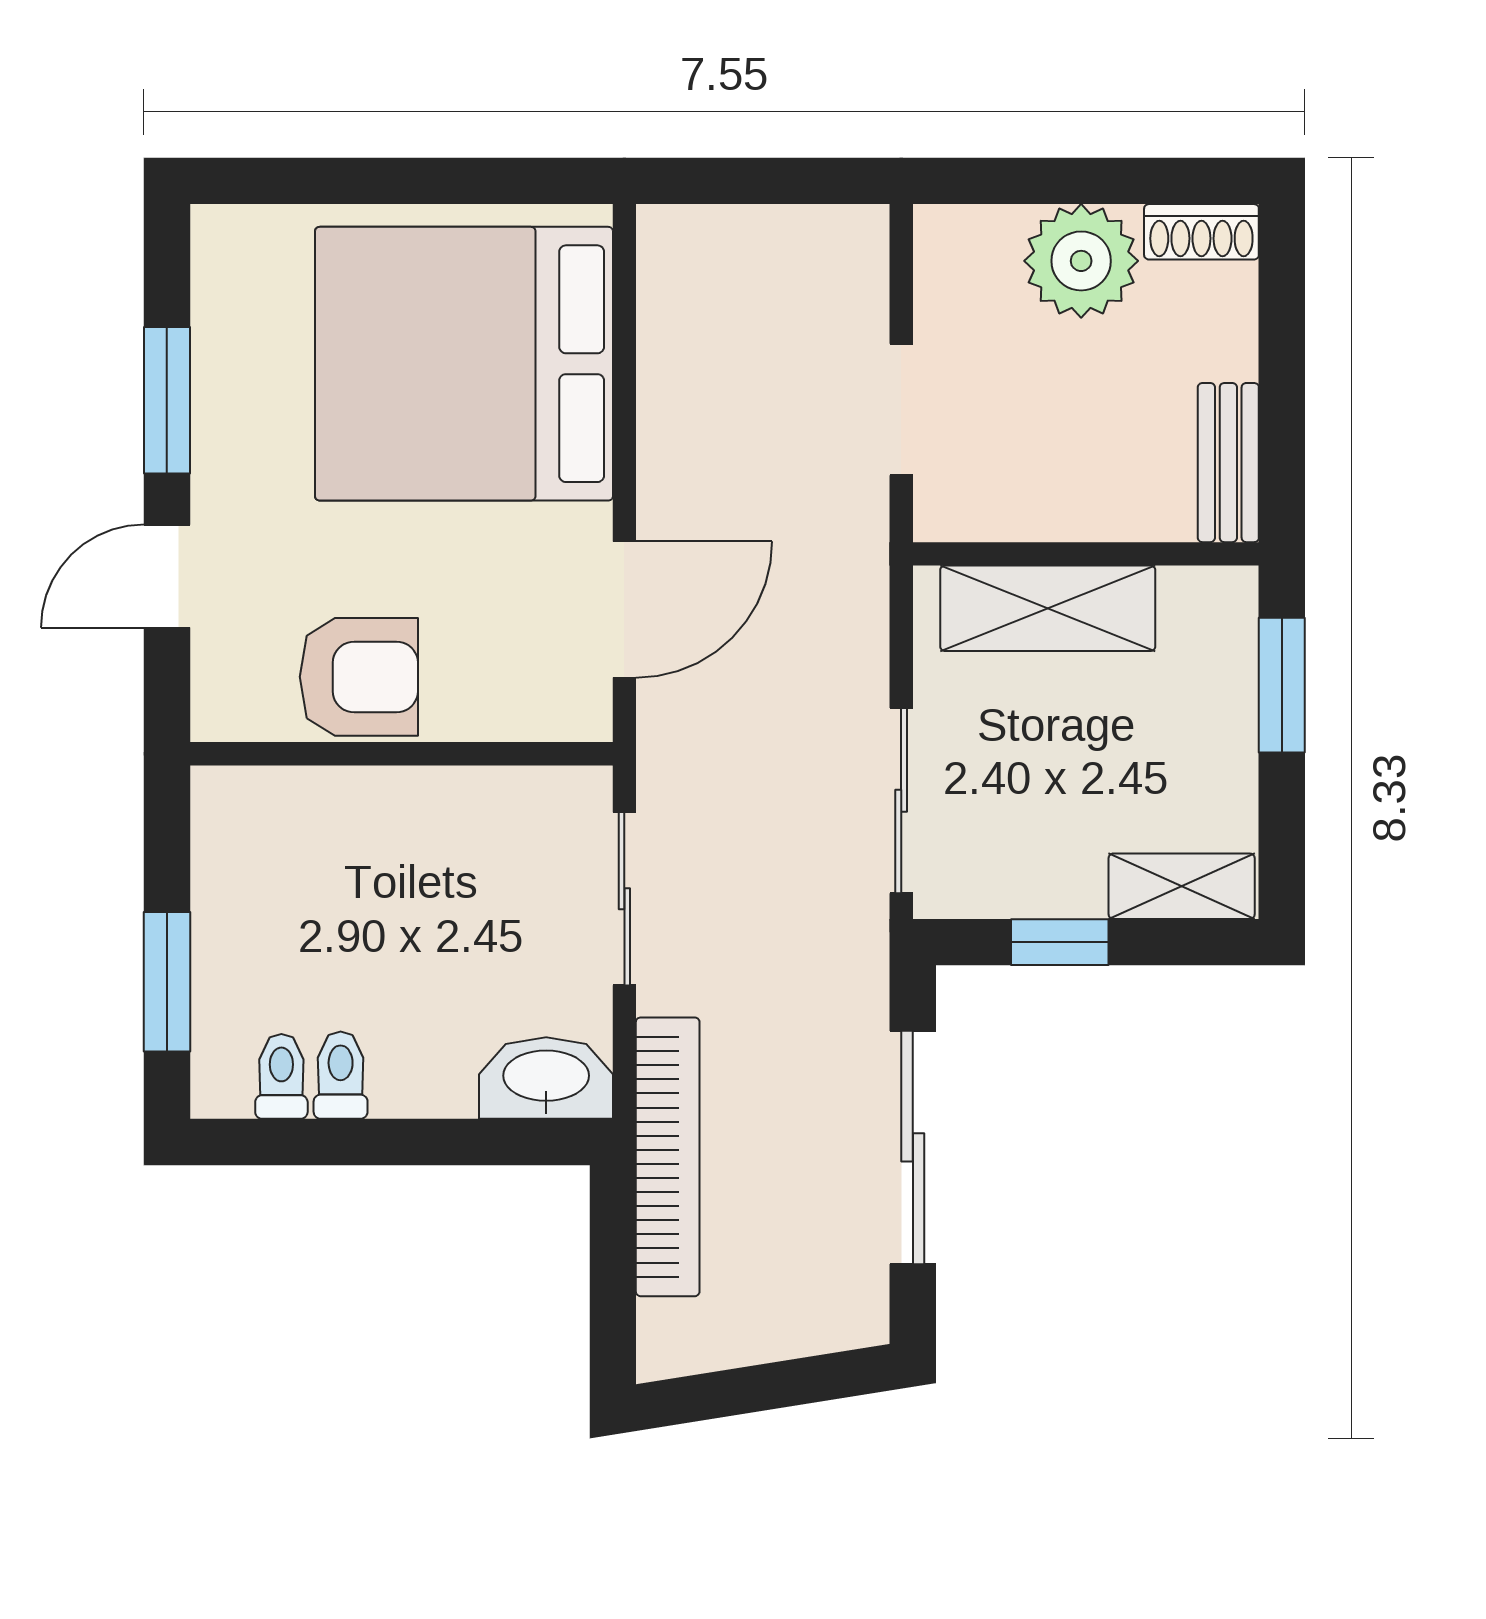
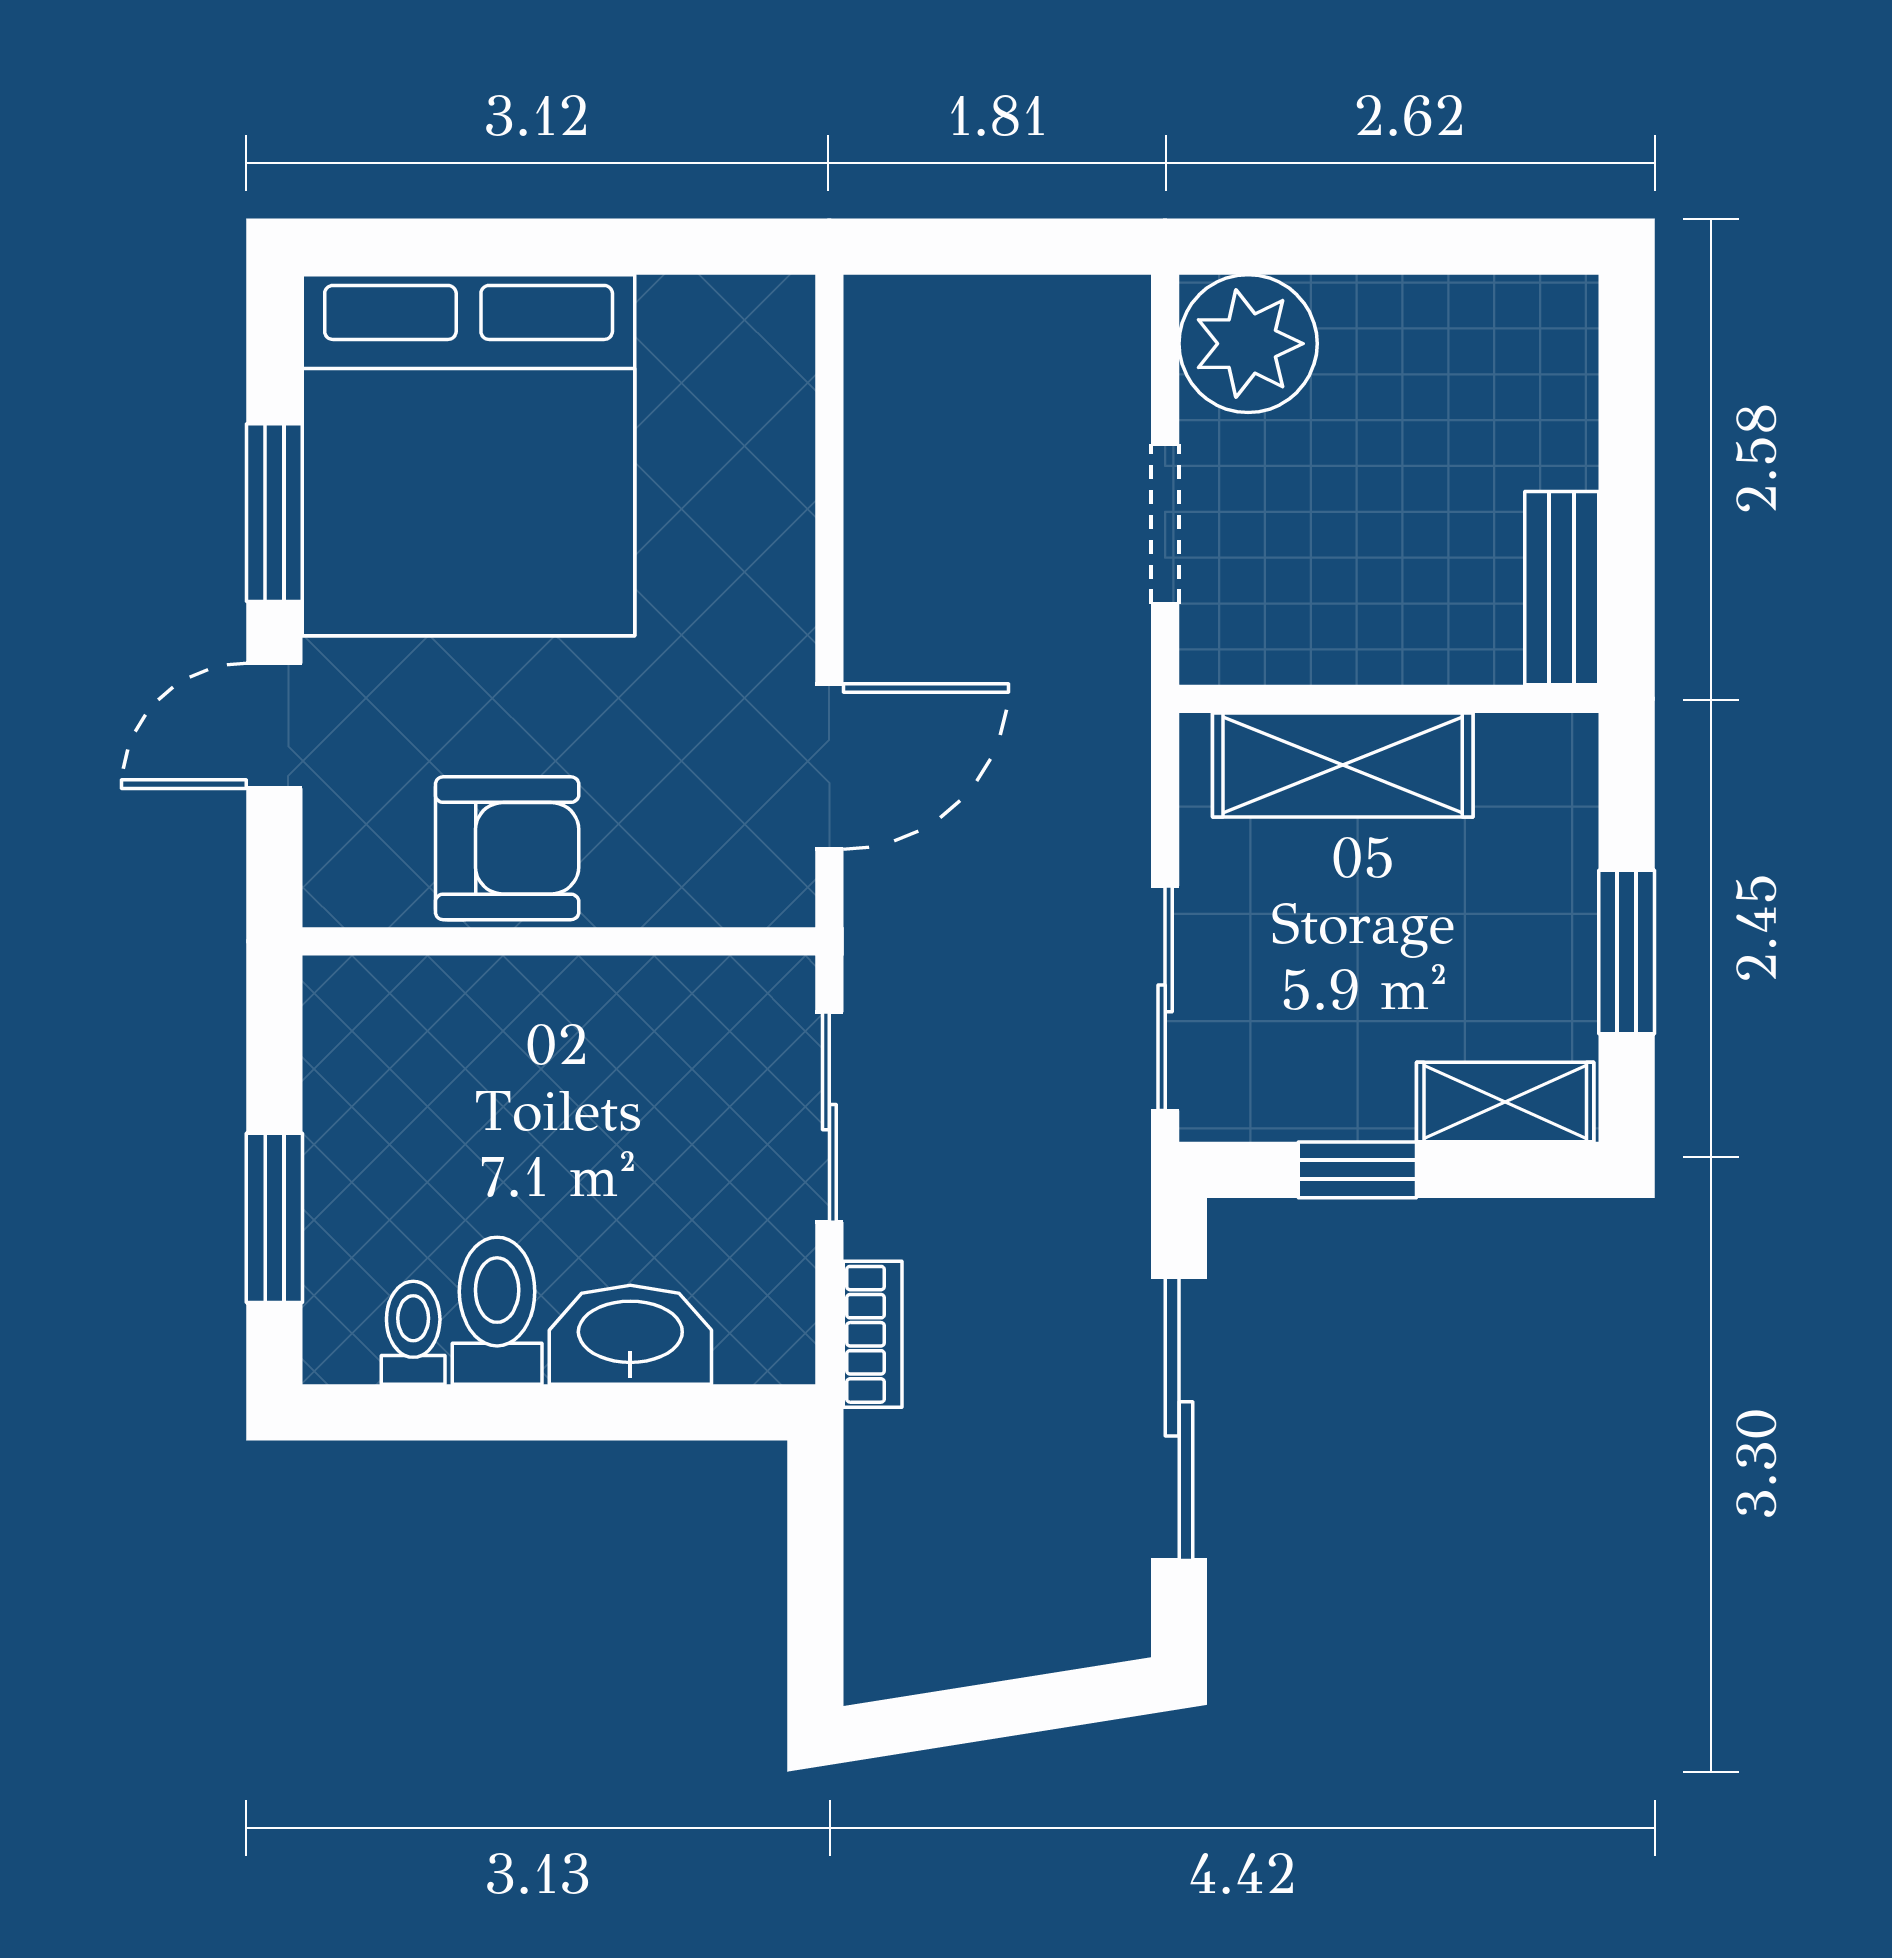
shoe rack: (1201, 232) -> (1529, 308), removed
plant: (1081, 261) -> (1248, 344), moved
bed: (464, 364) -> (469, 455), moved, turned -90
window: (1282, 685) -> (1627, 952), moved
toilet: (341, 1075) -> (497, 1311), width x1.37, depth x1.39
washbasin: (546, 1078) -> (630, 1335), moved
bookcase: (668, 1157) -> (873, 1334), width x0.43, depth x0.76

